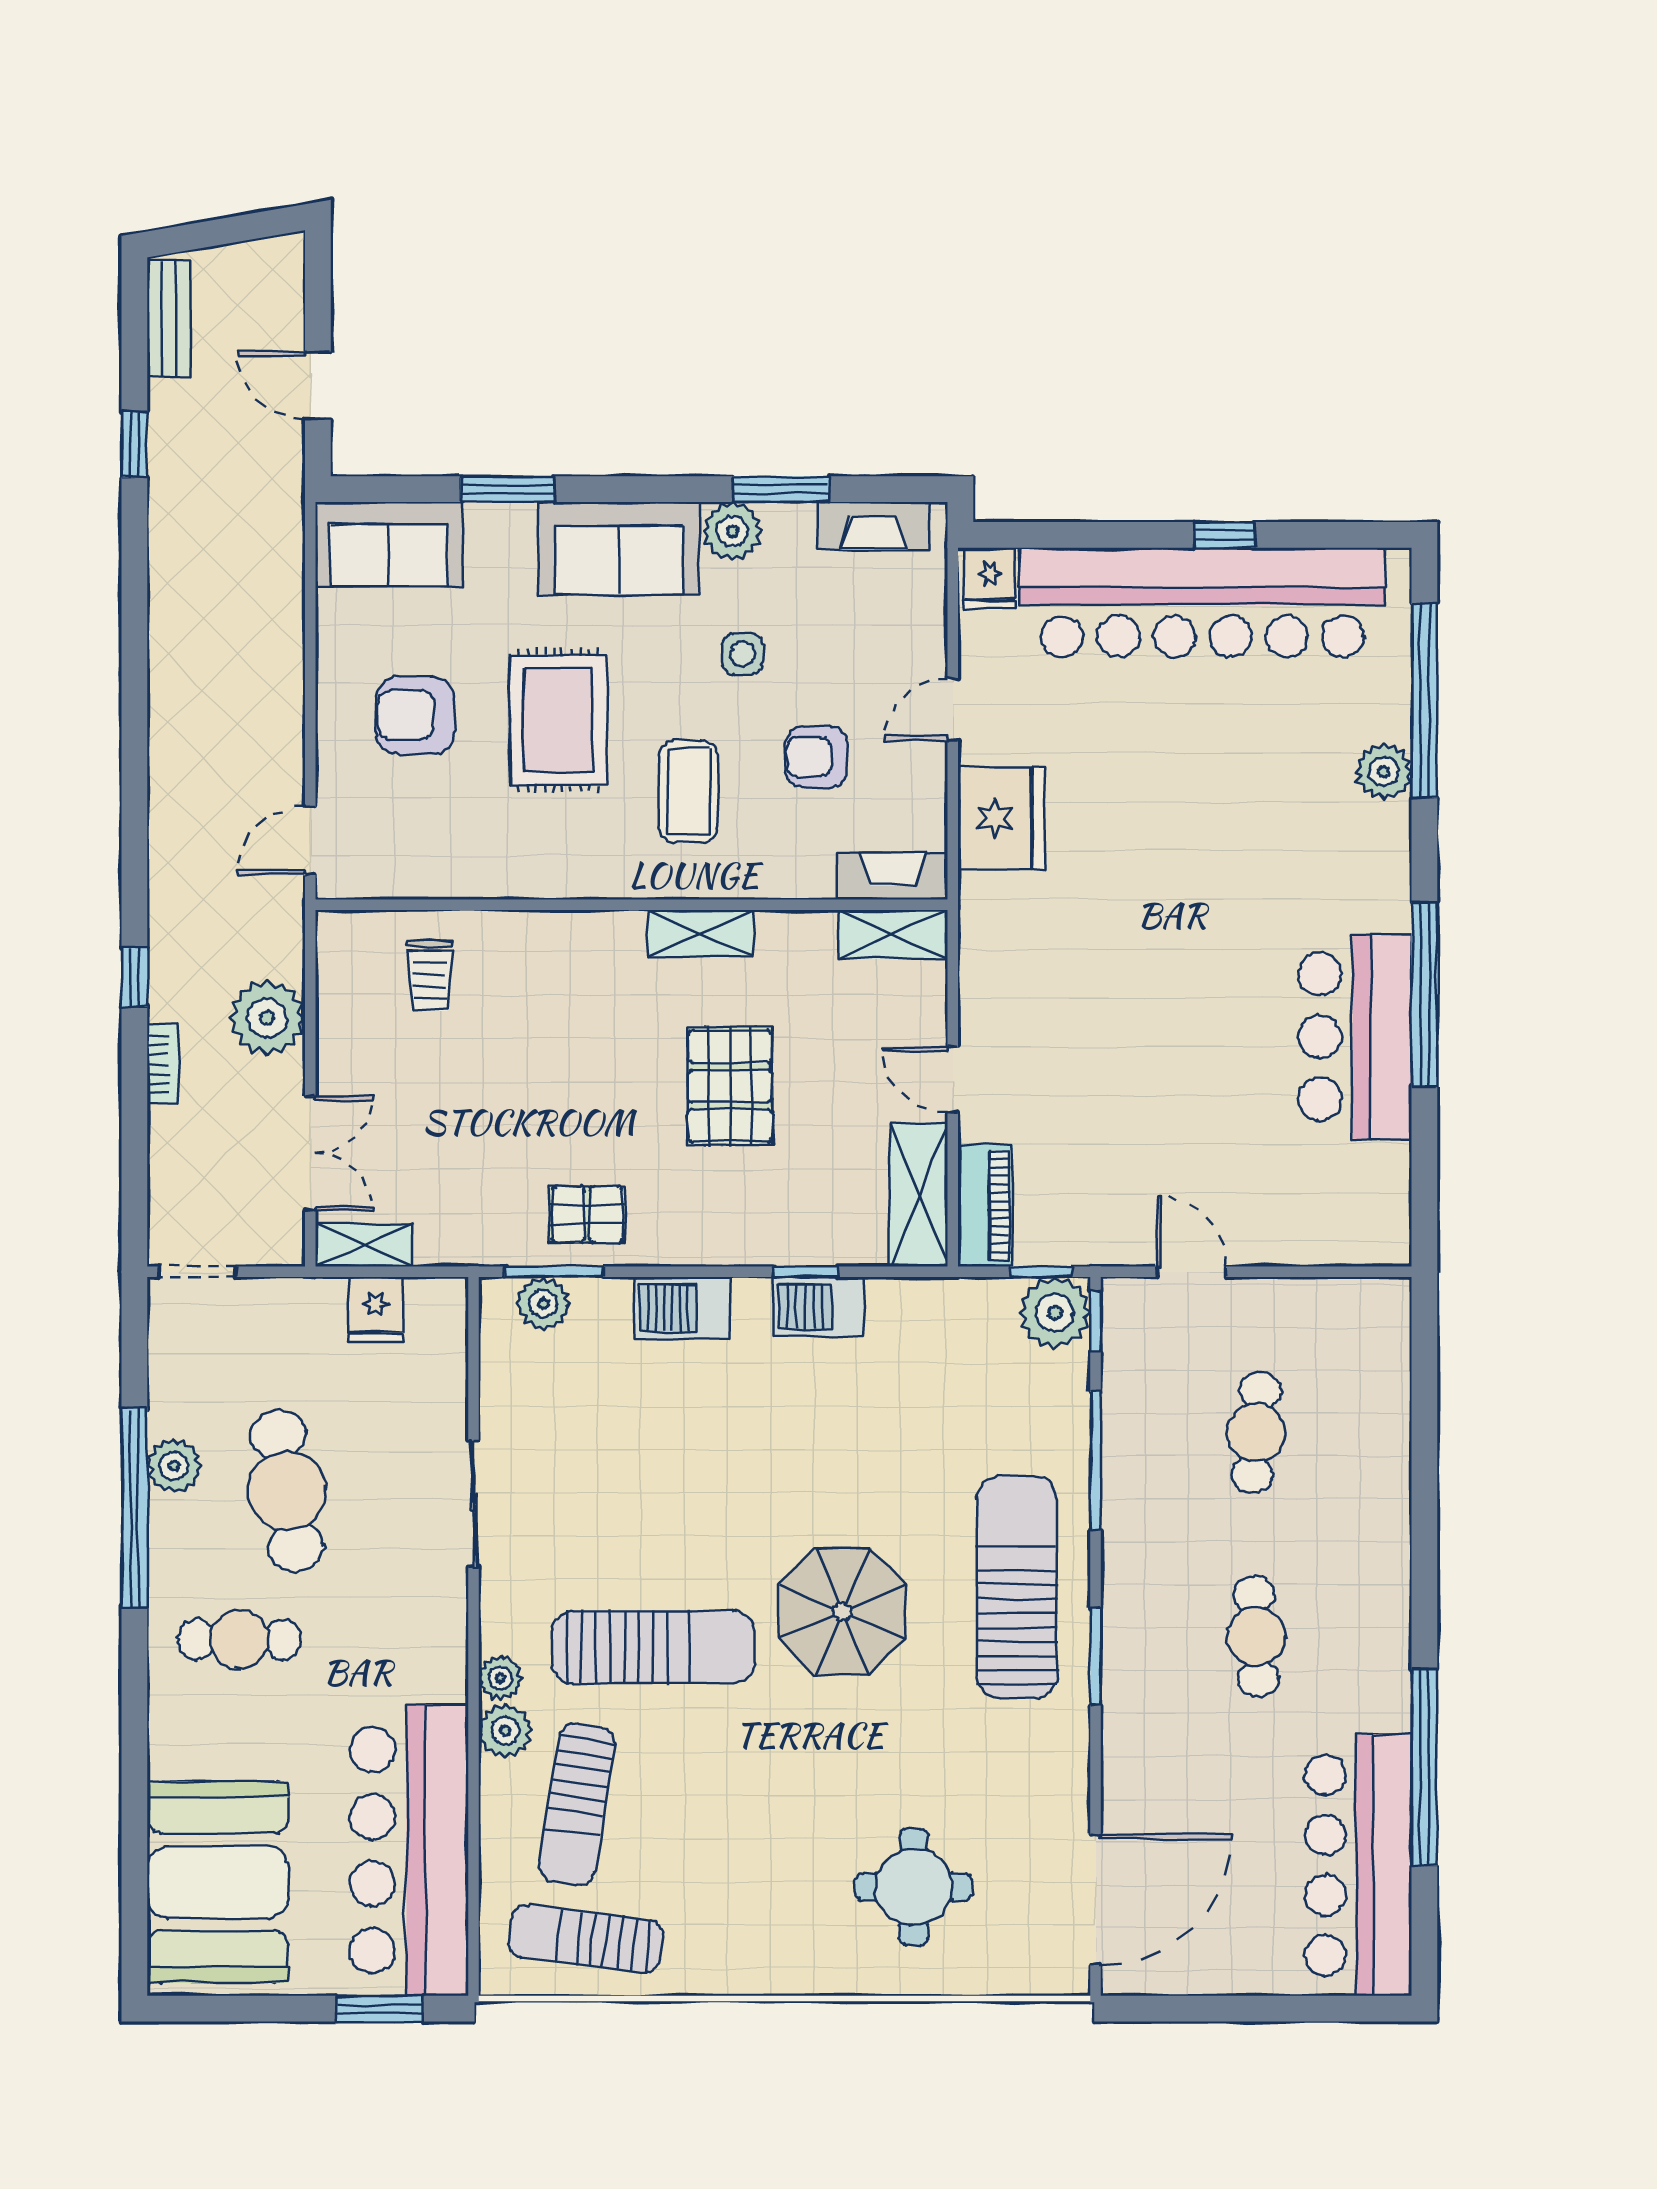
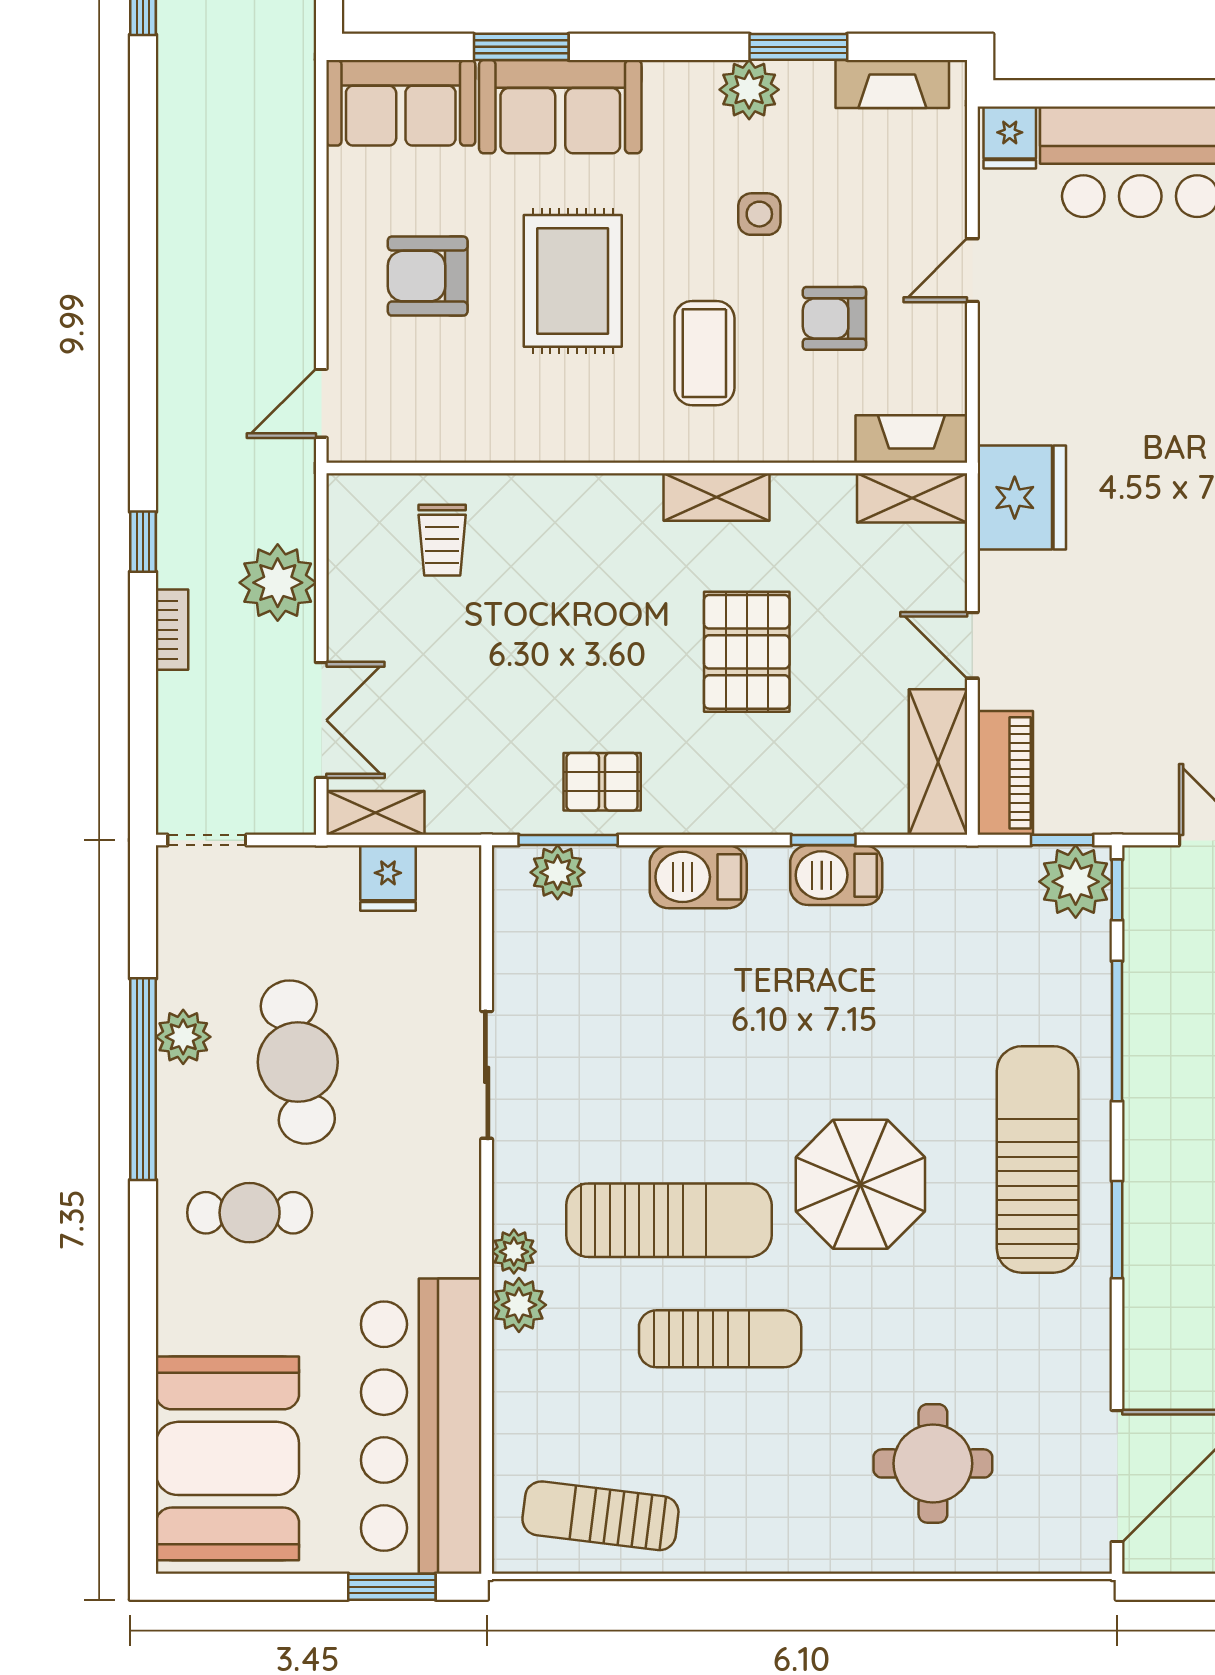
sofa: (619, 548) -> (560, 107), moved
fridge: (1001, 818) -> (1022, 498), moved
sun lounger: (577, 1804) -> (720, 1339), moved, turned -99

